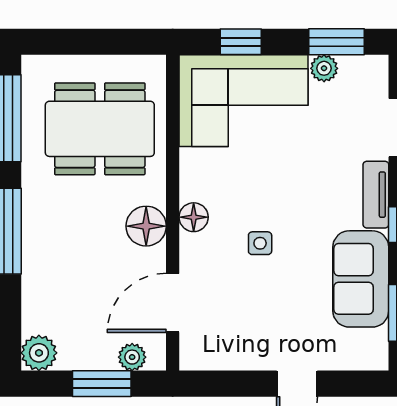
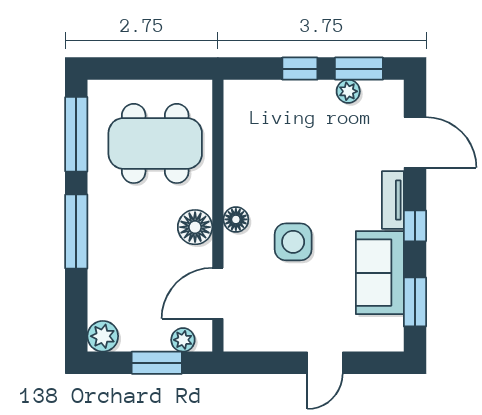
window: (241, 42) -> (300, 69), moved
corner sofa: (244, 101) -> (279, 119), removed
side table: (260, 243) -> (293, 242), width x1.87, depth x1.87

